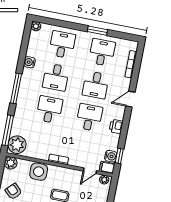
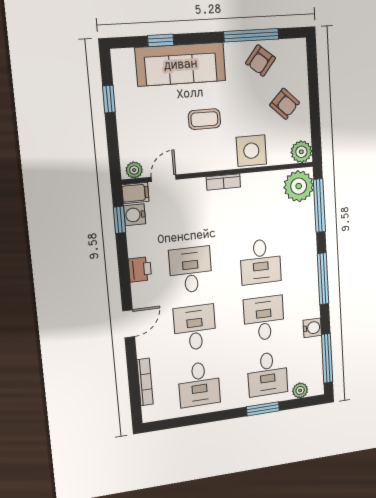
plant: (36, 26) -> (300, 390), moved
window: (97, 31) -> (263, 409), moved
window: (25, 41) -> (327, 358), added
desk: (89, 117) -> (191, 270), turned 180

